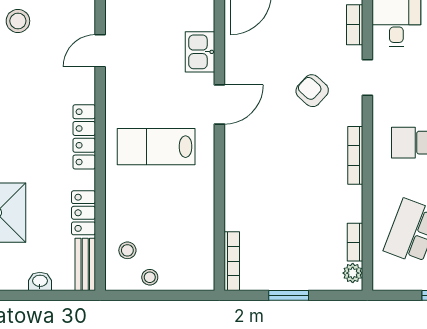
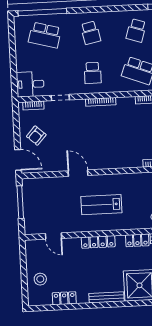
kitchen sink: (200, 52) -> (51, 184), removed
armchair: (312, 91) -> (36, 136), moved
lab bench: (156, 147) -> (101, 205), turned 90

